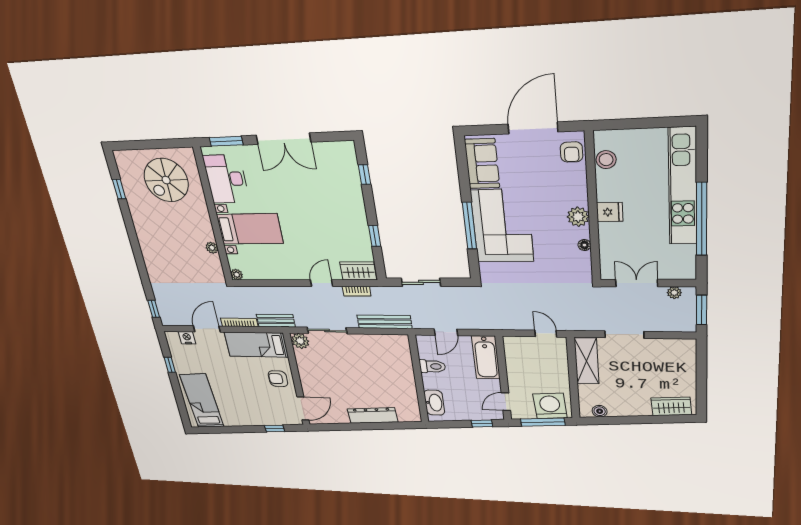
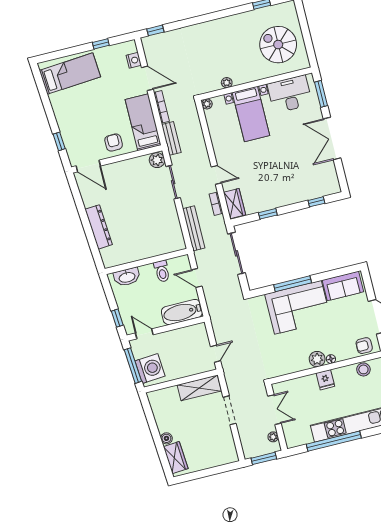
floor lamp: (584, 245) -> (331, 359), moved
sliding door: (421, 282) -> (236, 253), width x1.37
boiler: (600, 411) -> (166, 438), moved

